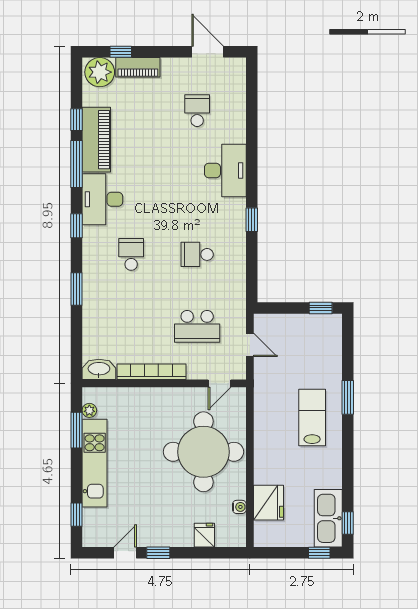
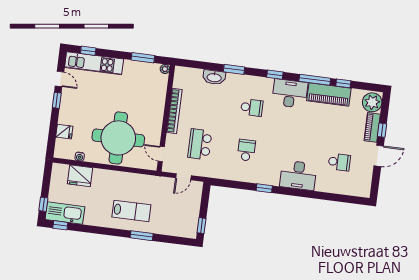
window: (121, 52) -> (382, 130), moved
door: (208, 52) -> (379, 156), moved
washbasin: (99, 369) -> (214, 77), moved, turned 90
plant: (89, 410) -> (165, 69), moved
kitchen unit: (95, 463) -> (94, 63), moved

